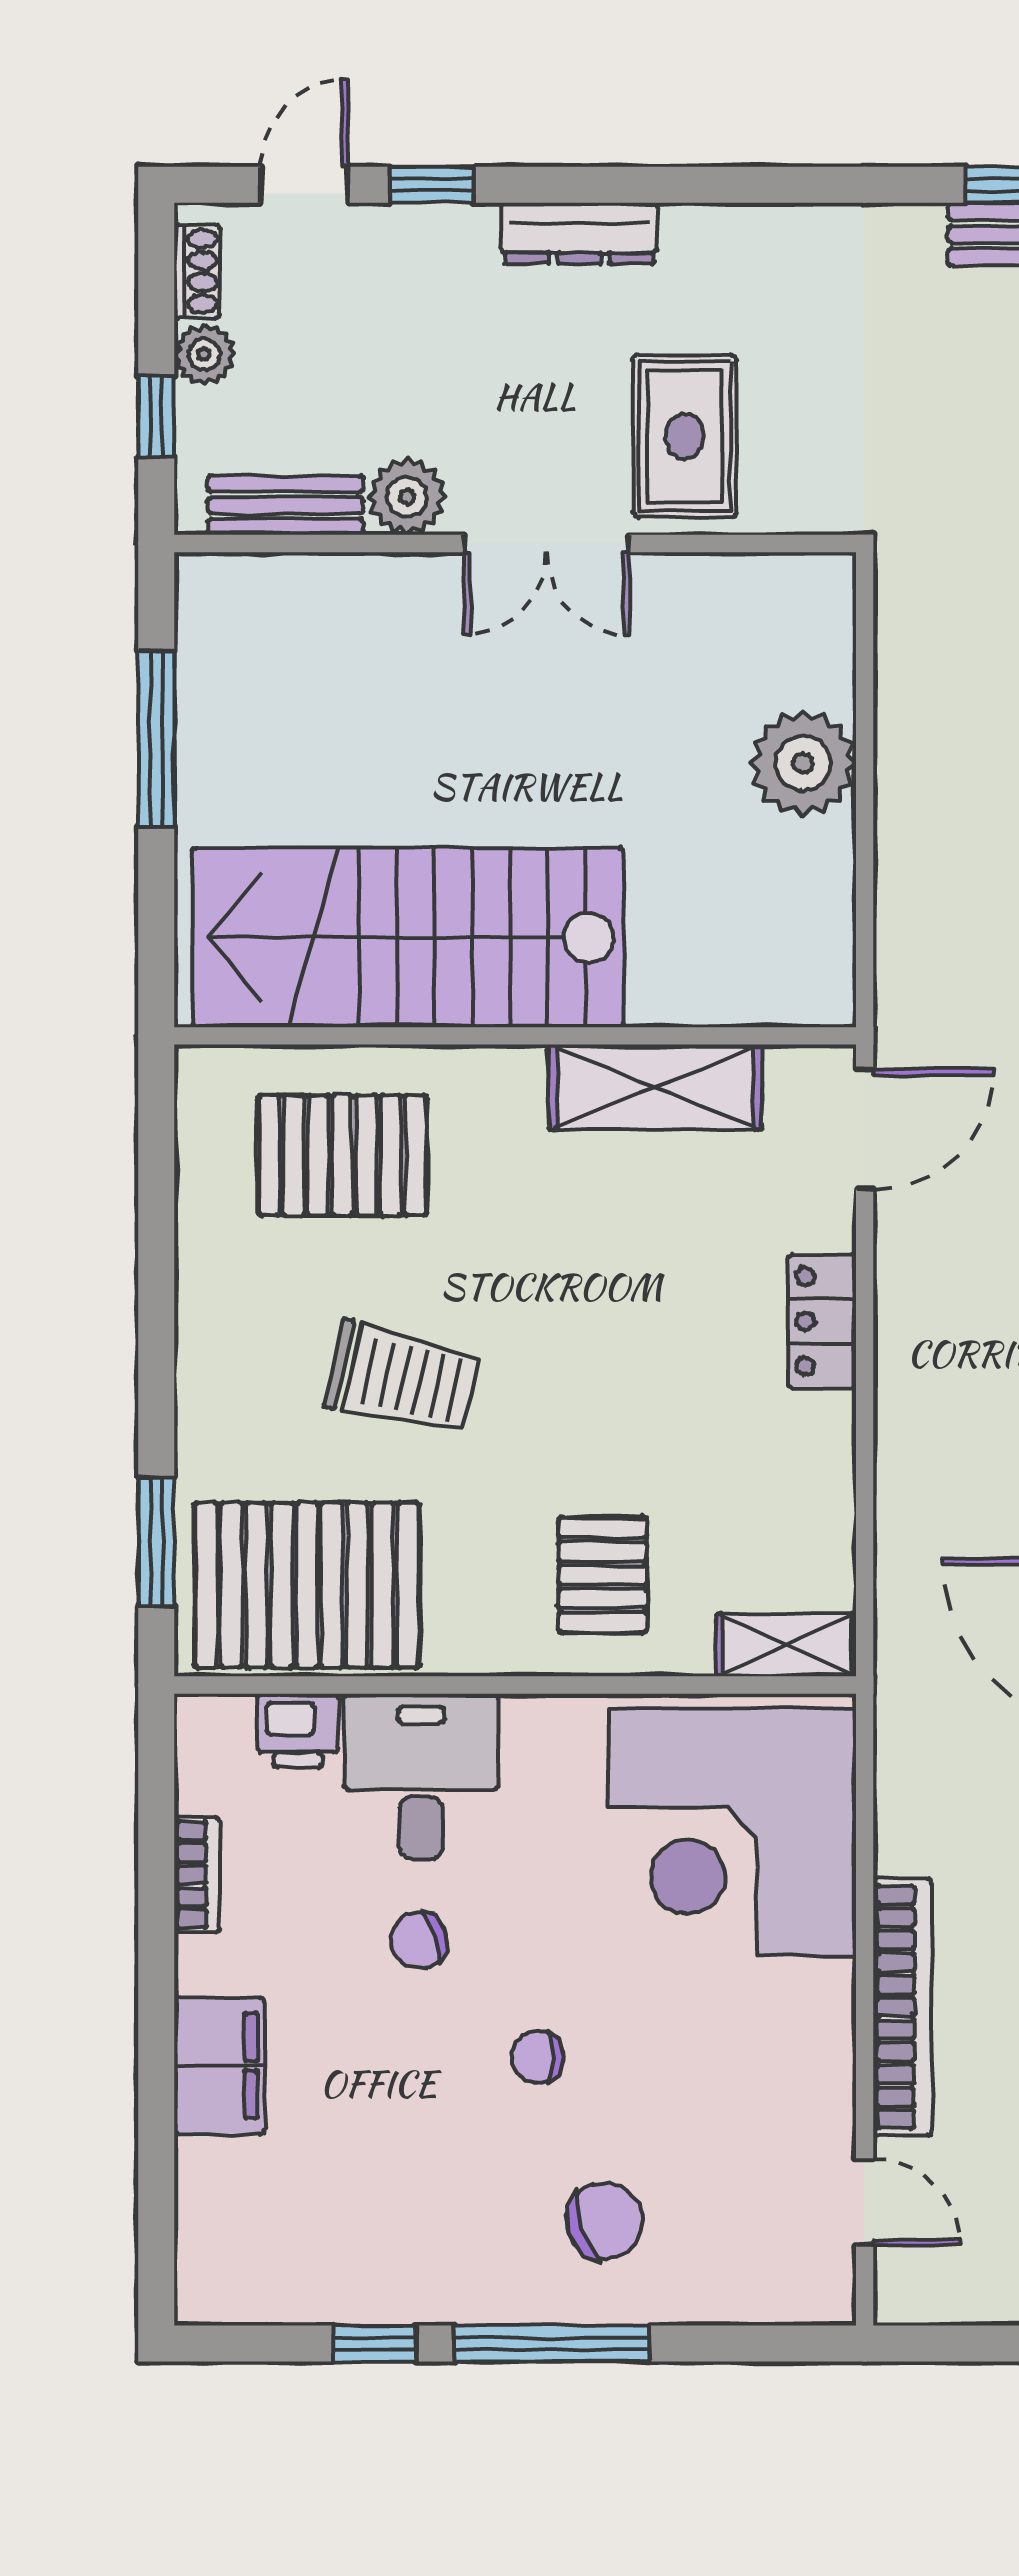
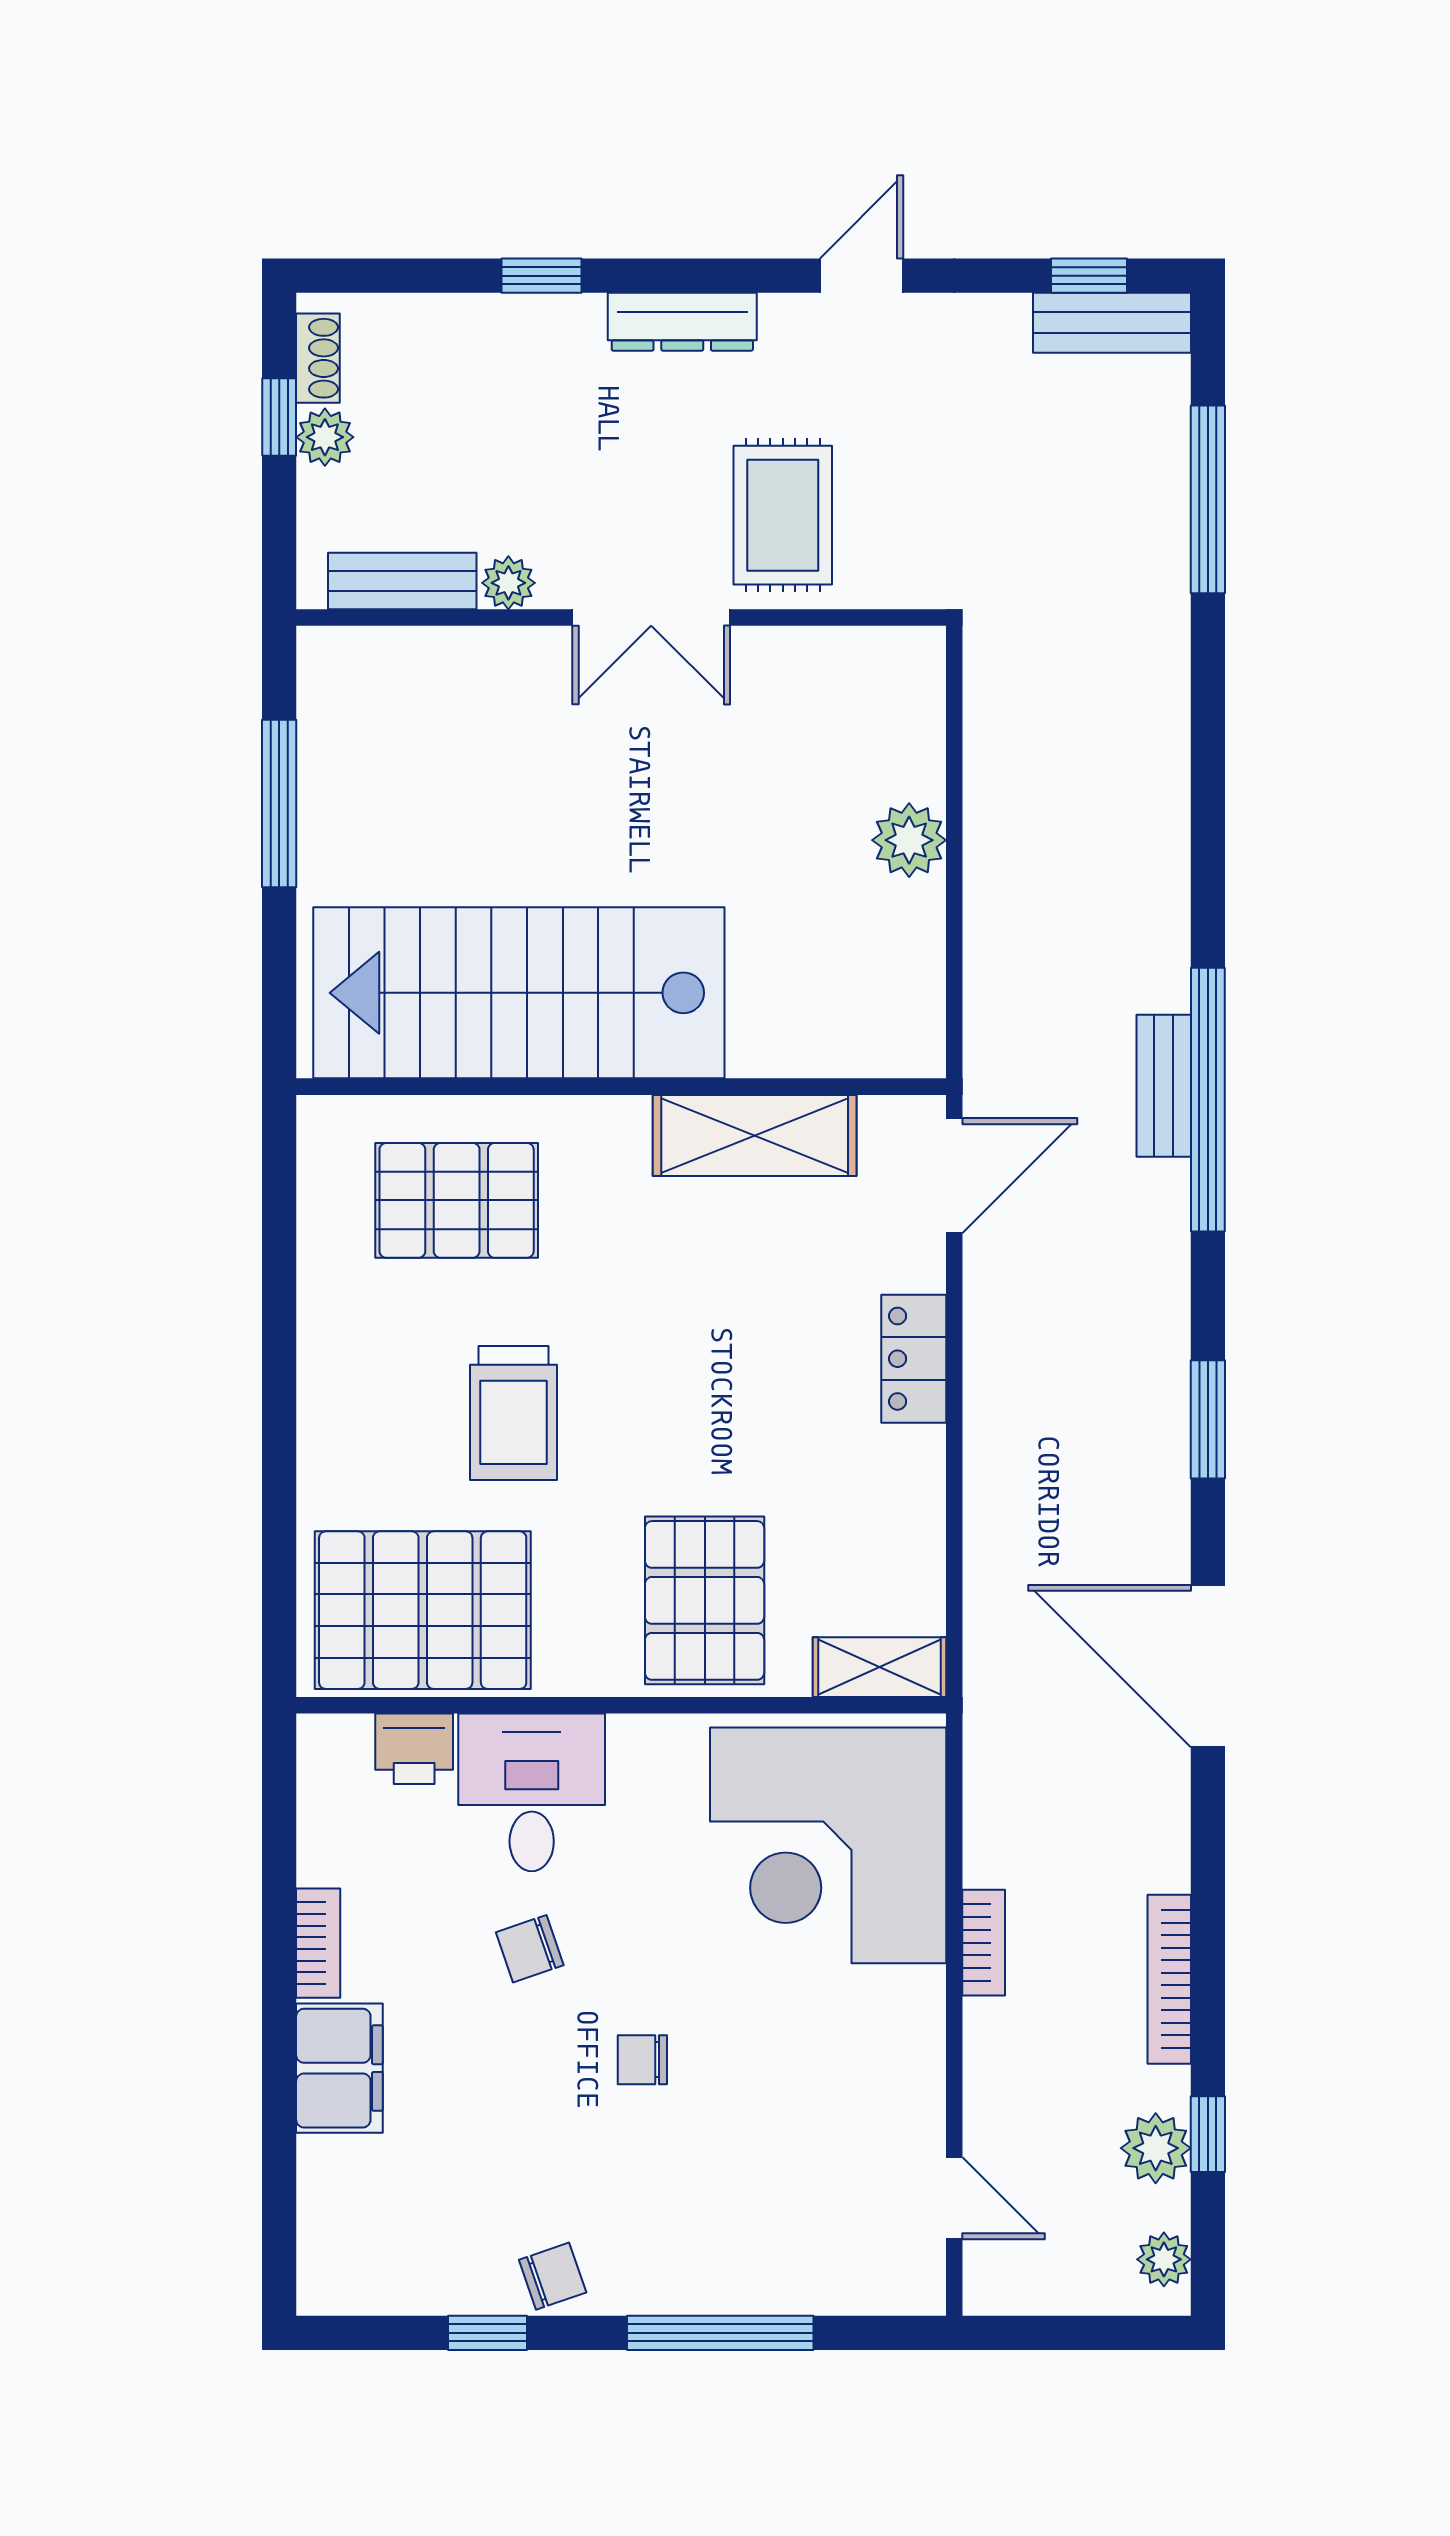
door: (304, 185) -> (861, 276), moved
window: (156, 416) -> (279, 417), moved
plant: (407, 497) -> (508, 583), width x0.73, depth x0.73
plant: (803, 763) -> (909, 840), width x0.73, depth x0.73
trolley: (402, 1378) -> (514, 1413), turned 77
window: (156, 1542) -> (279, 1569), removed
pallet: (603, 1575) -> (705, 1600), width x1.50, depth x1.42
bookcase: (197, 1875) -> (318, 1943), moved
bookcase: (902, 2007) -> (984, 1943), width x0.43, depth x0.76
chair: (605, 2221) -> (553, 2276), moved, width x0.73, depth x0.73
window: (552, 2344) -> (720, 2333), moved

